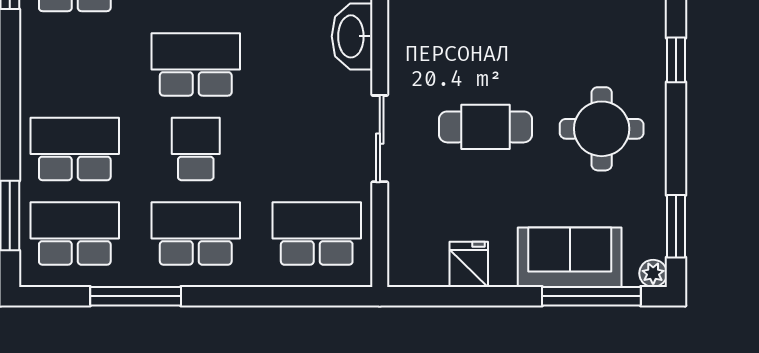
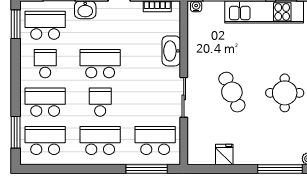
school desk: (75, 65) -> (45, 64), added
cafe table: (485, 127) -> (232, 92), turned 66
sofa: (570, 257) -> (270, 151), removed
window: (136, 296) -> (147, 169), moved

